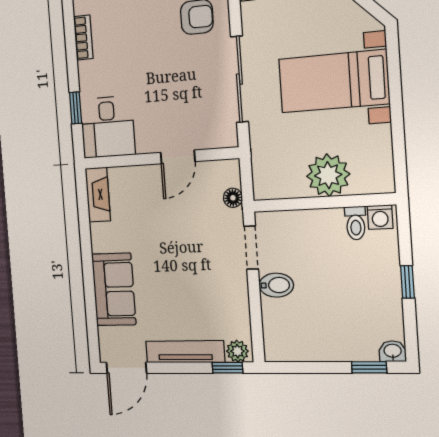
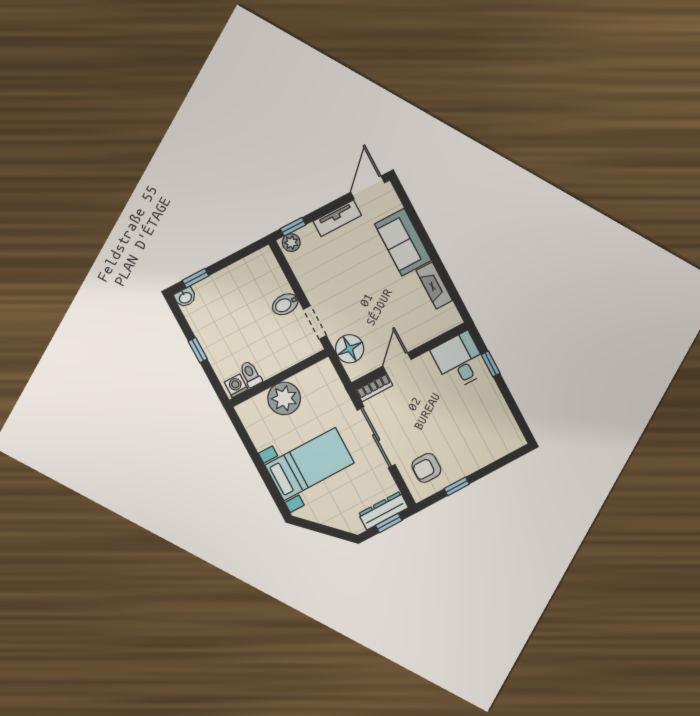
bookcase: (83, 38) -> (374, 388), moved, turned -90
fireplace: (98, 195) -> (434, 285), moved
floor lamp: (233, 198) -> (350, 349), width x1.89, depth x1.89
tv unit: (185, 352) -> (337, 218), width x0.71

